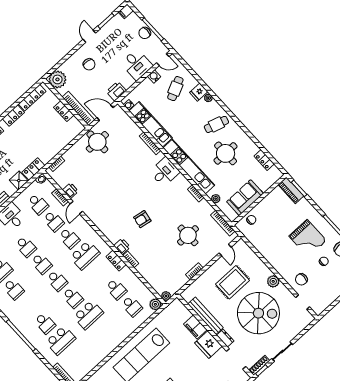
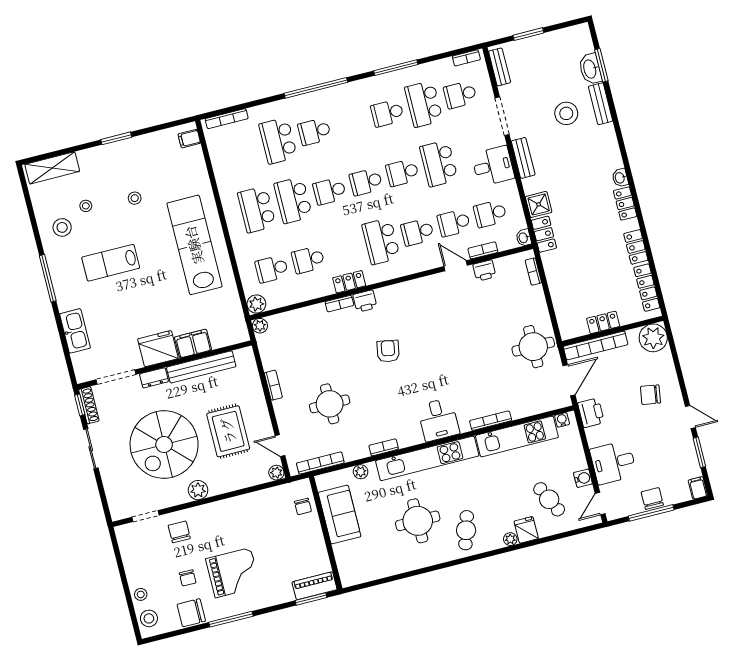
locker: (264, 160) -> (378, 571), removed
grand piano: (308, 238) -> (233, 573), turned 180
plant: (241, 244) -> (276, 473), added
school desk: (26, 247) -> (439, 163), width x1.85
school desk: (104, 332) -> (257, 209), added

